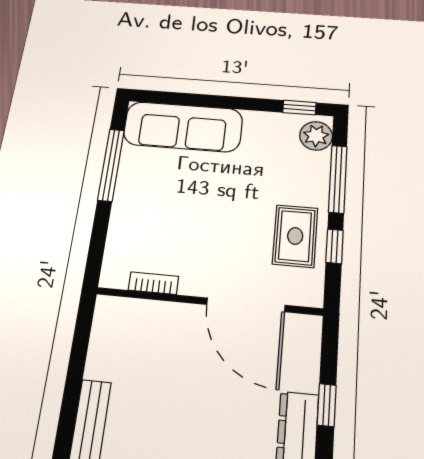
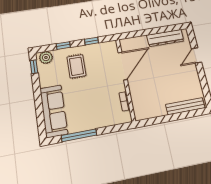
window: (338, 179) -> (63, 46), width x0.46
rug: (295, 236) -> (76, 66), moved, turned 90
window: (327, 405) -> (149, 32), removed

